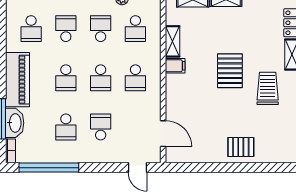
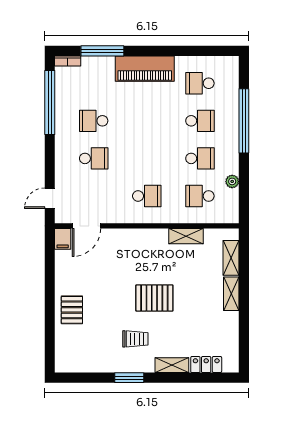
filing cabinet: (175, 66) -> (63, 239), moved
school desk: (66, 78) -> (147, 121), removed
school desk: (101, 78) -> (147, 158), removed
school desk: (135, 78) -> (147, 196), turned 180
trolley: (268, 88) -> (135, 339), width x0.73, depth x0.72
washbasin: (15, 123) -> (98, 66), removed

